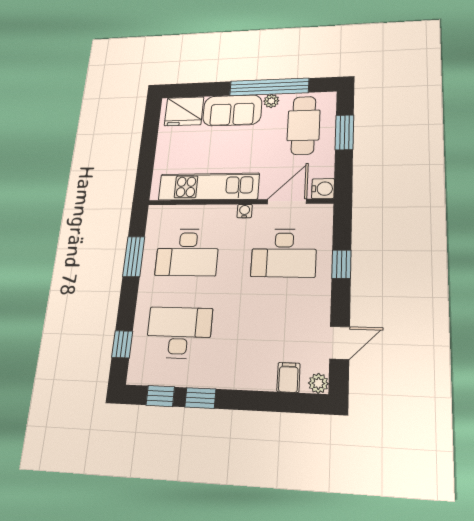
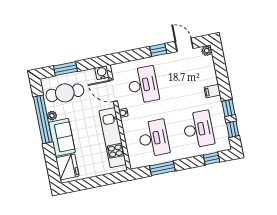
window: (341, 264) -> (158, 50), moved
desk: (179, 333) -> (198, 129), turned 180
filing cabinet: (288, 377) -> (212, 91), moved

